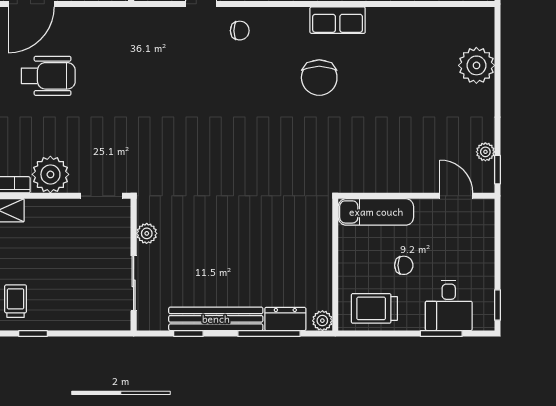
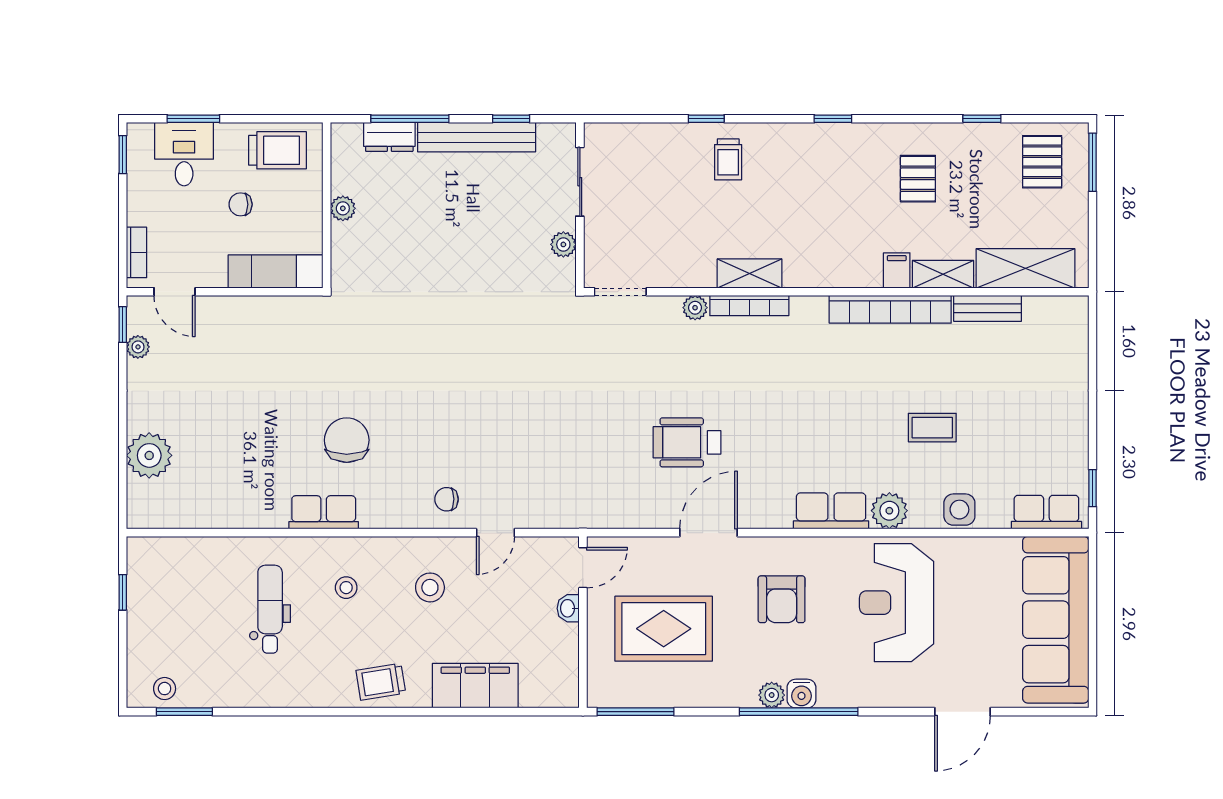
plant: (50, 174) -> (695, 308), width x0.53, depth x0.53
bookcase: (487, 227) -> (137, 252), added
plant: (322, 321) -> (343, 208), moved

